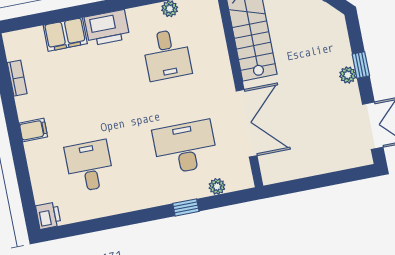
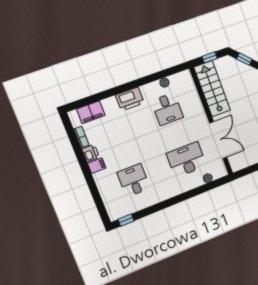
filing cabinet: (65, 34) -> (91, 112), moved
window: (186, 207) -> (126, 220), moved
printer: (48, 216) -> (91, 153), moved

